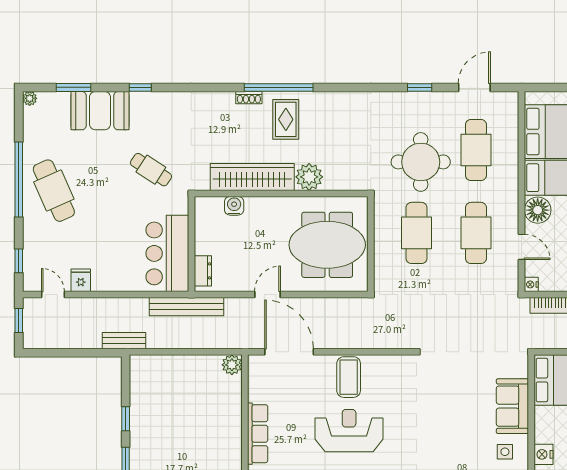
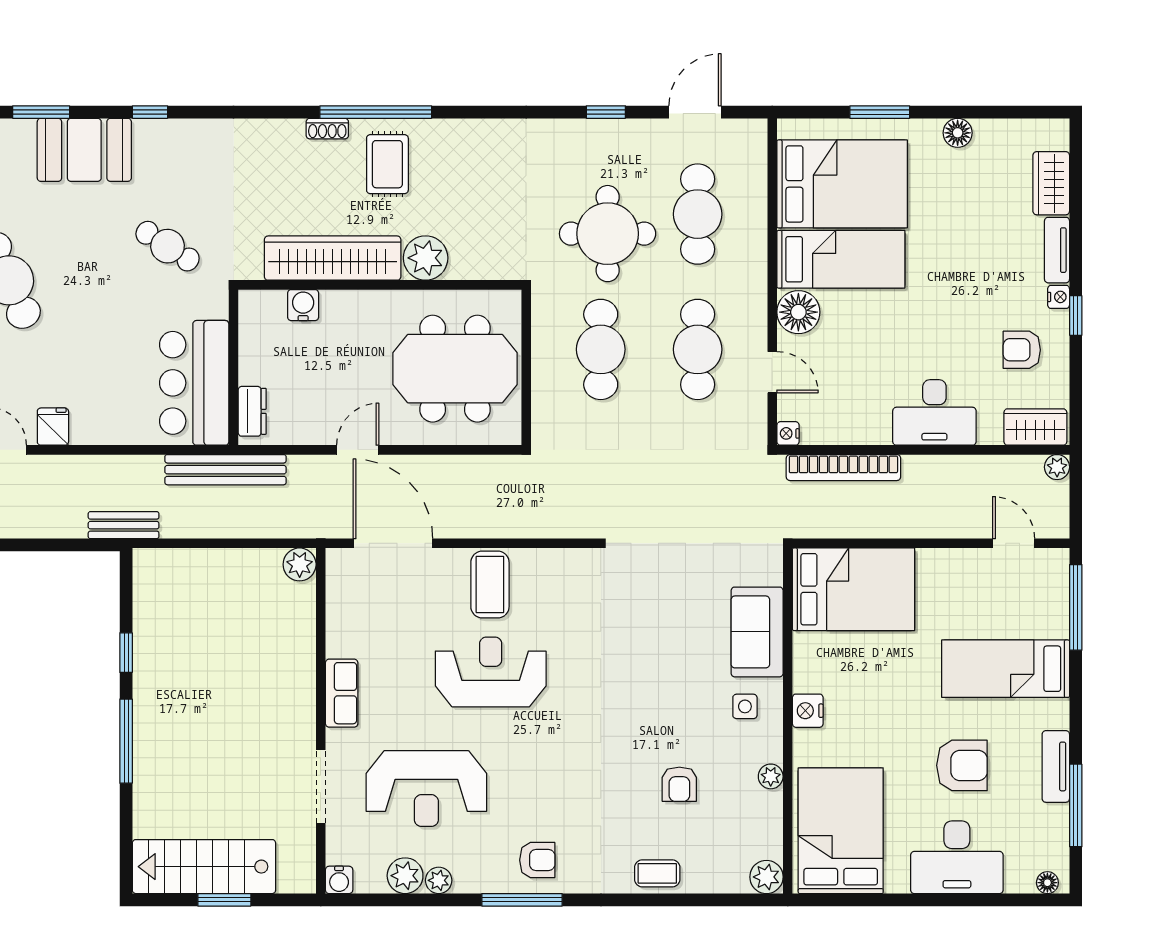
row of seats: (258, 434) -> (342, 693), width x0.68

